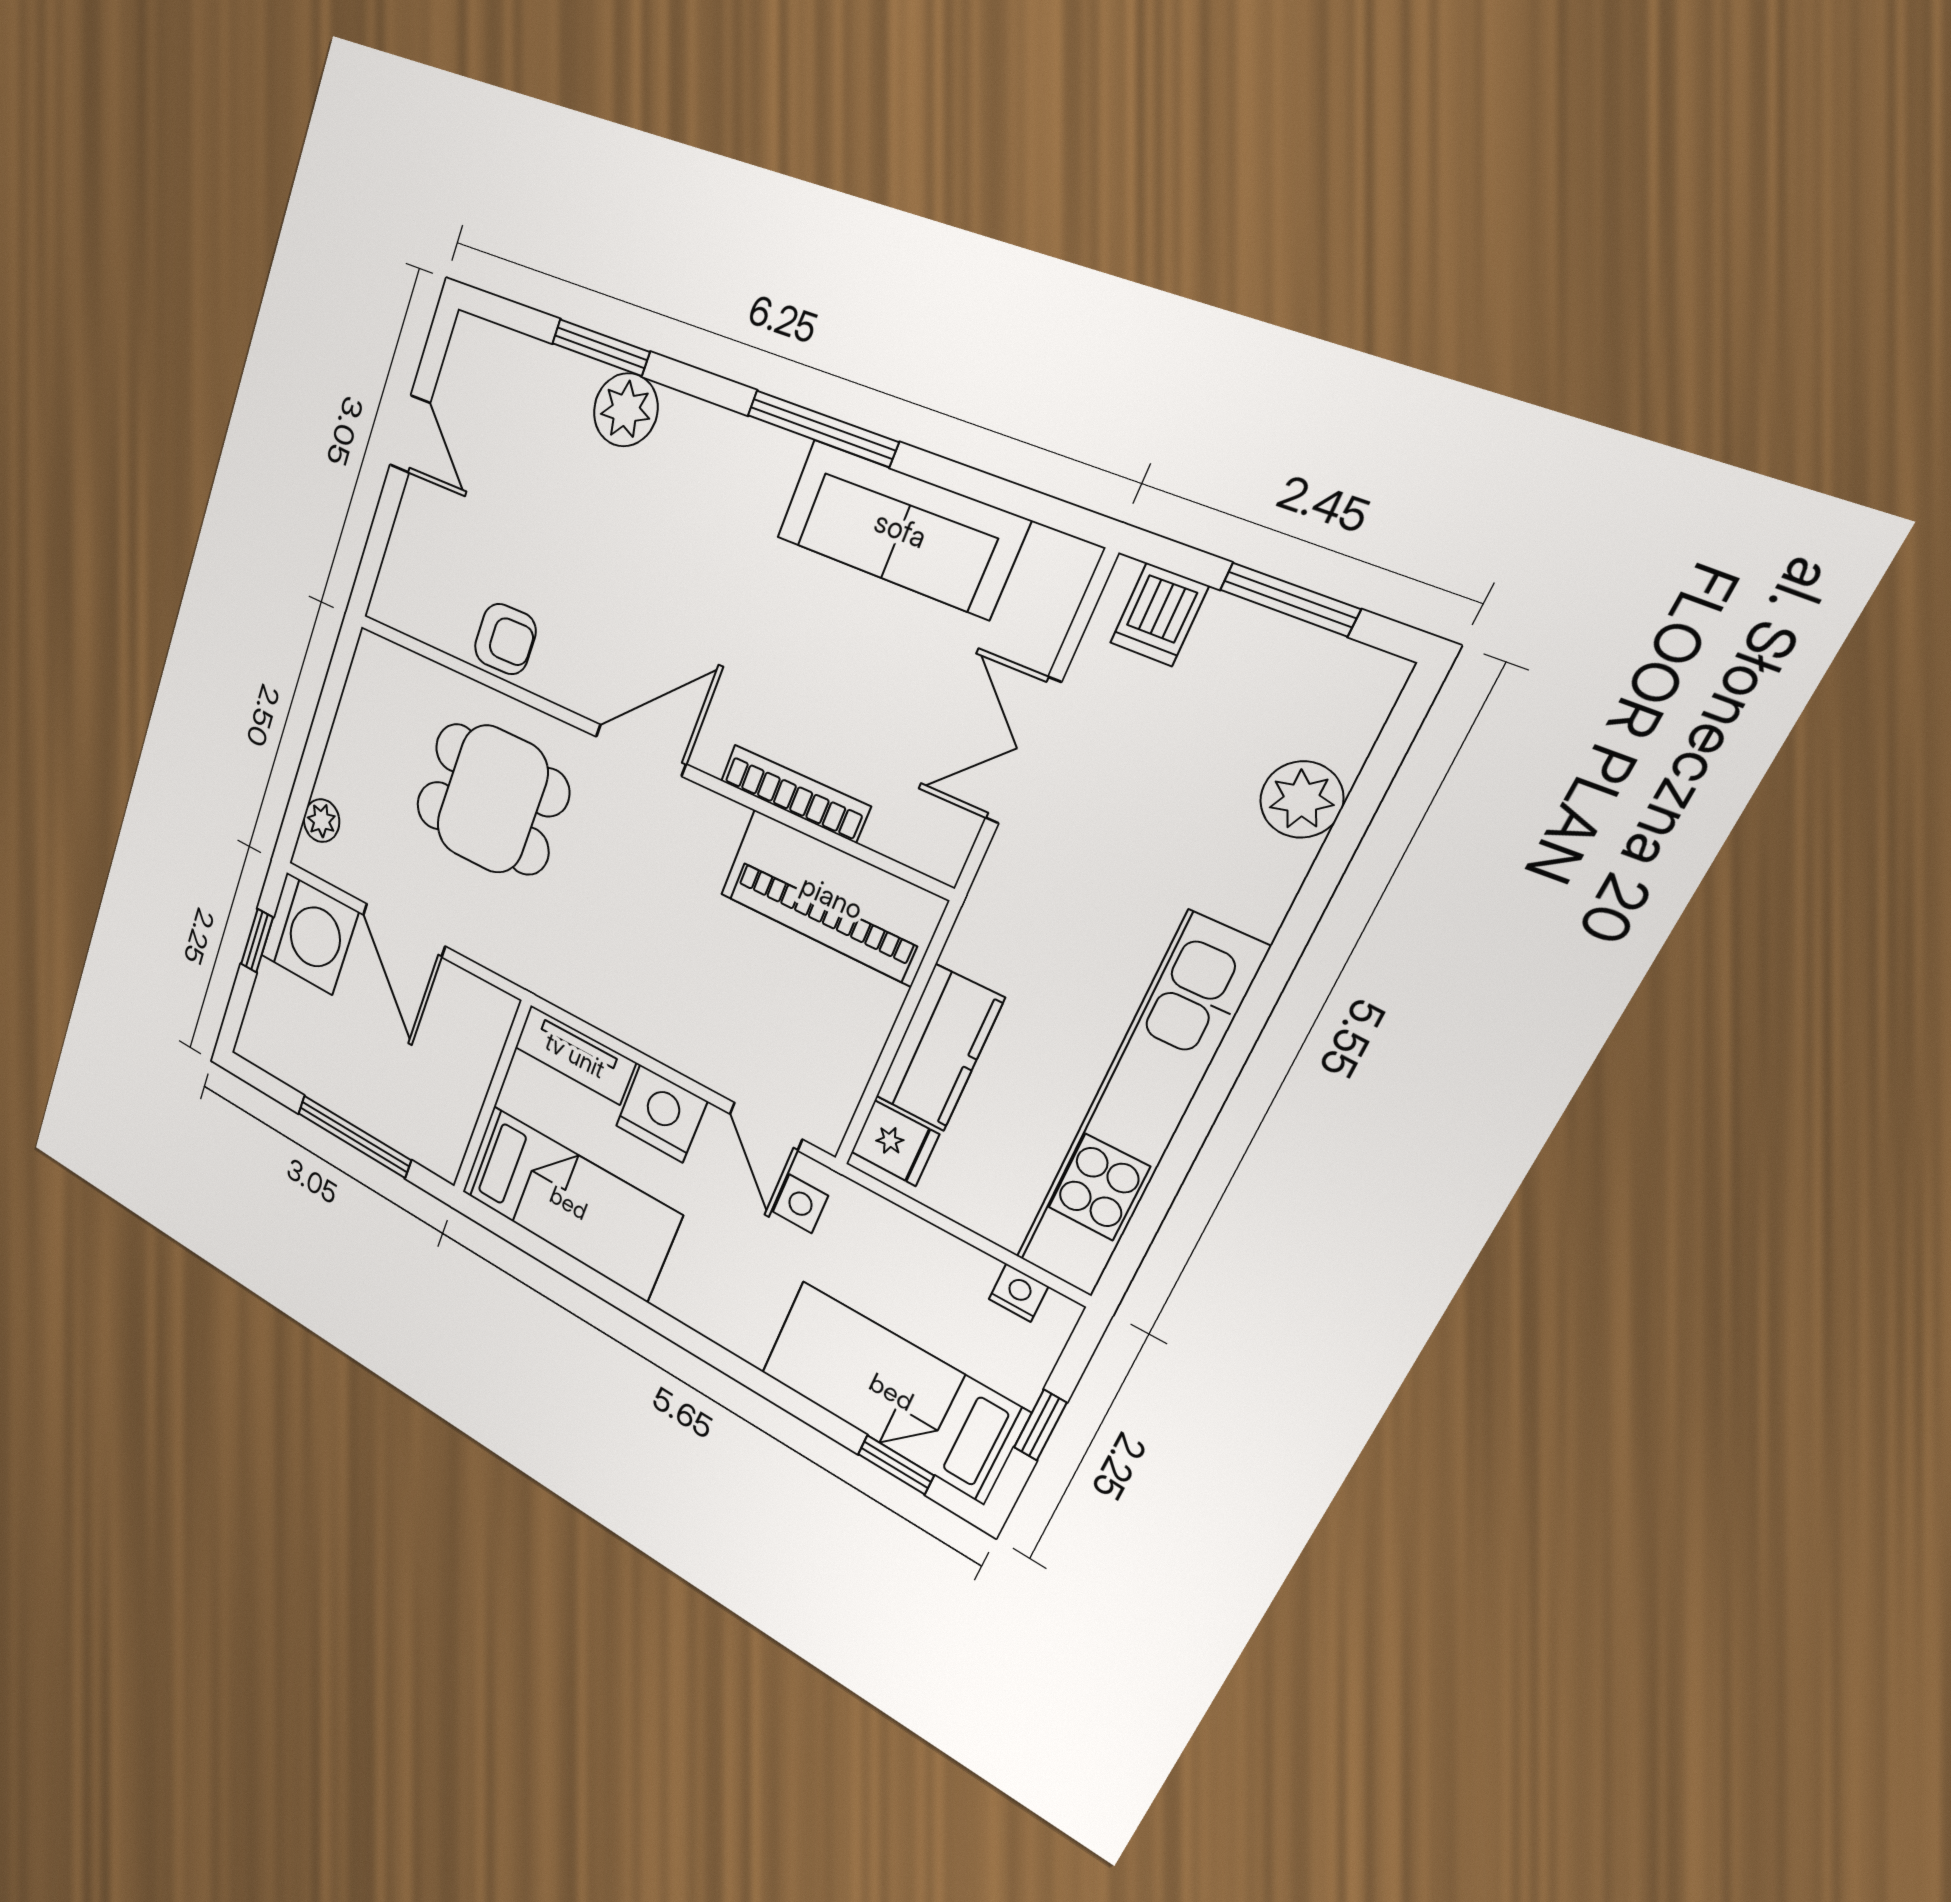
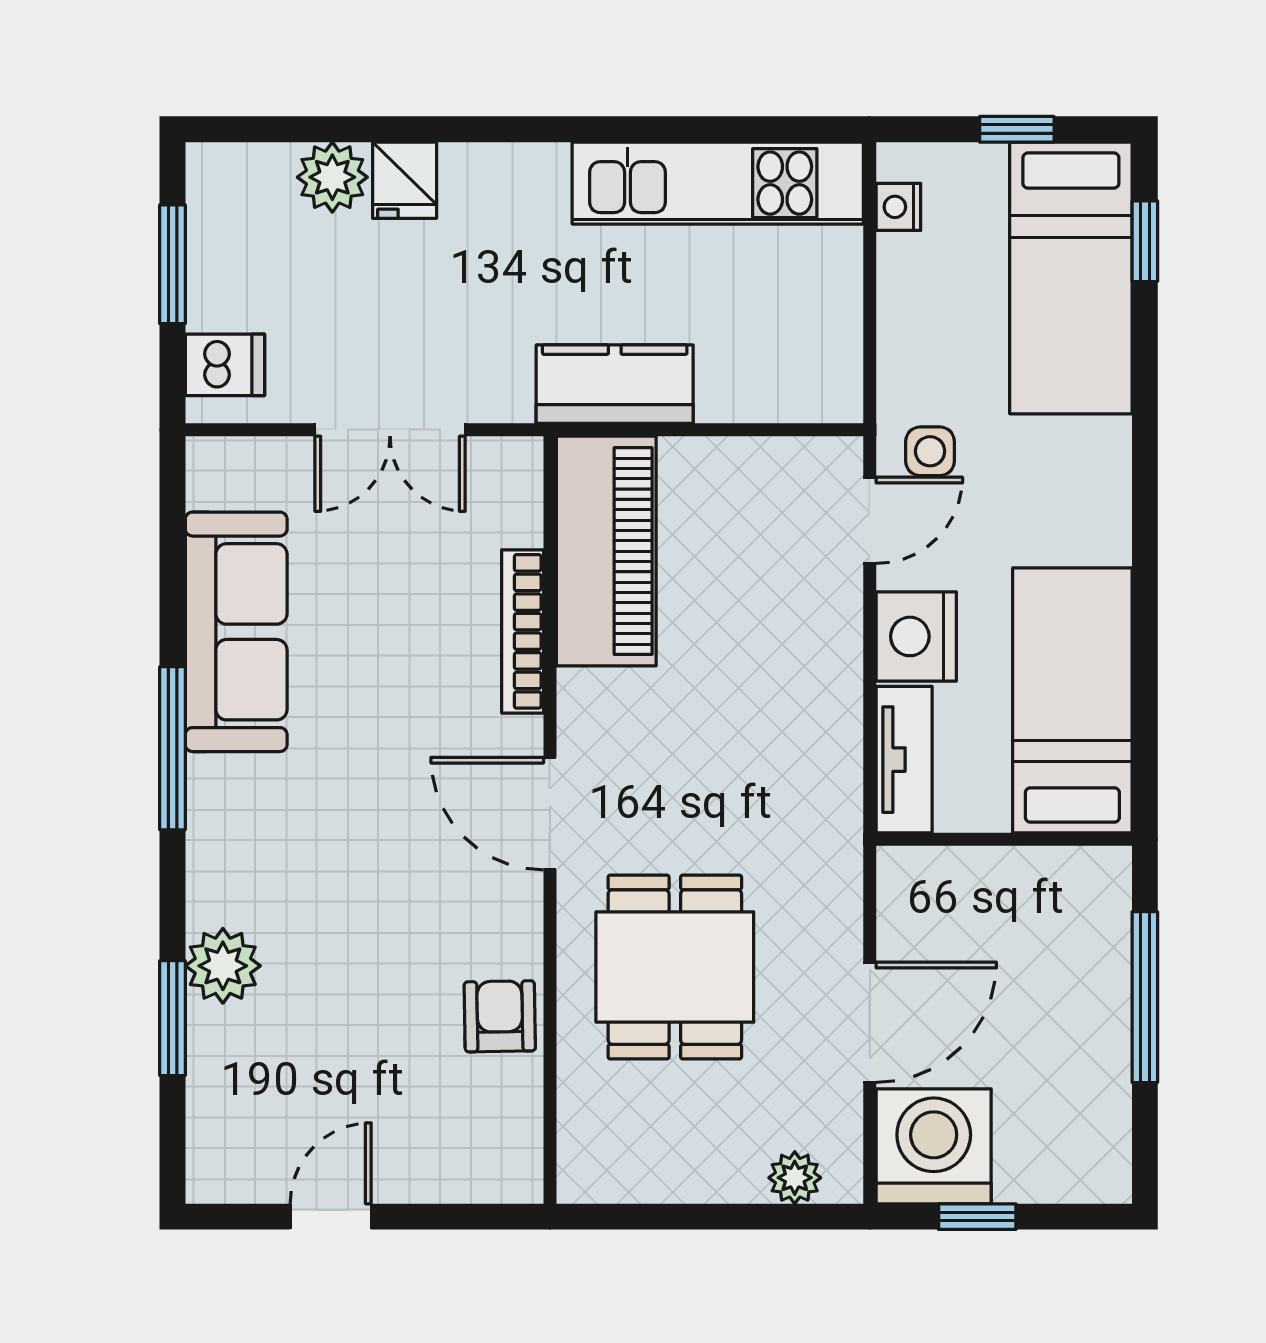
kitchen counter: (939, 1048) -> (615, 384), moved
kitchen unit: (1139, 1108) -> (718, 183), width x0.73
fridge: (895, 1143) -> (405, 180), moved, turned 180

